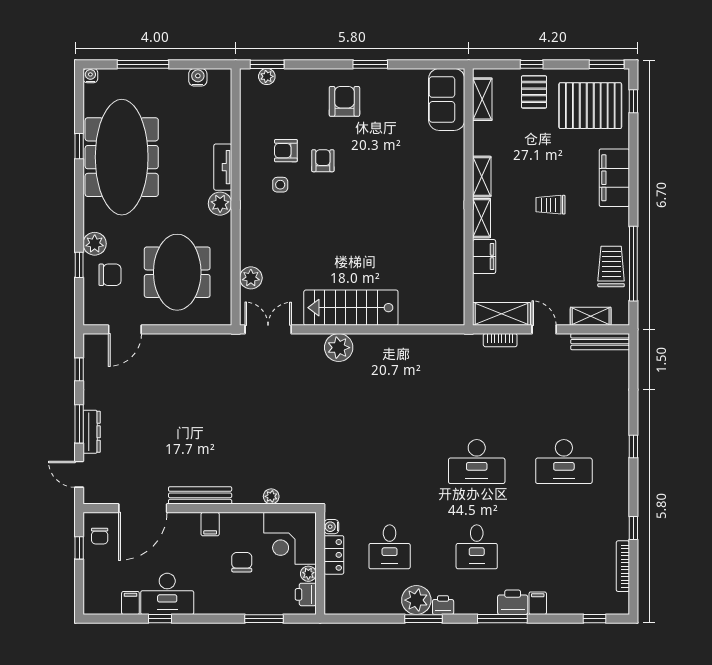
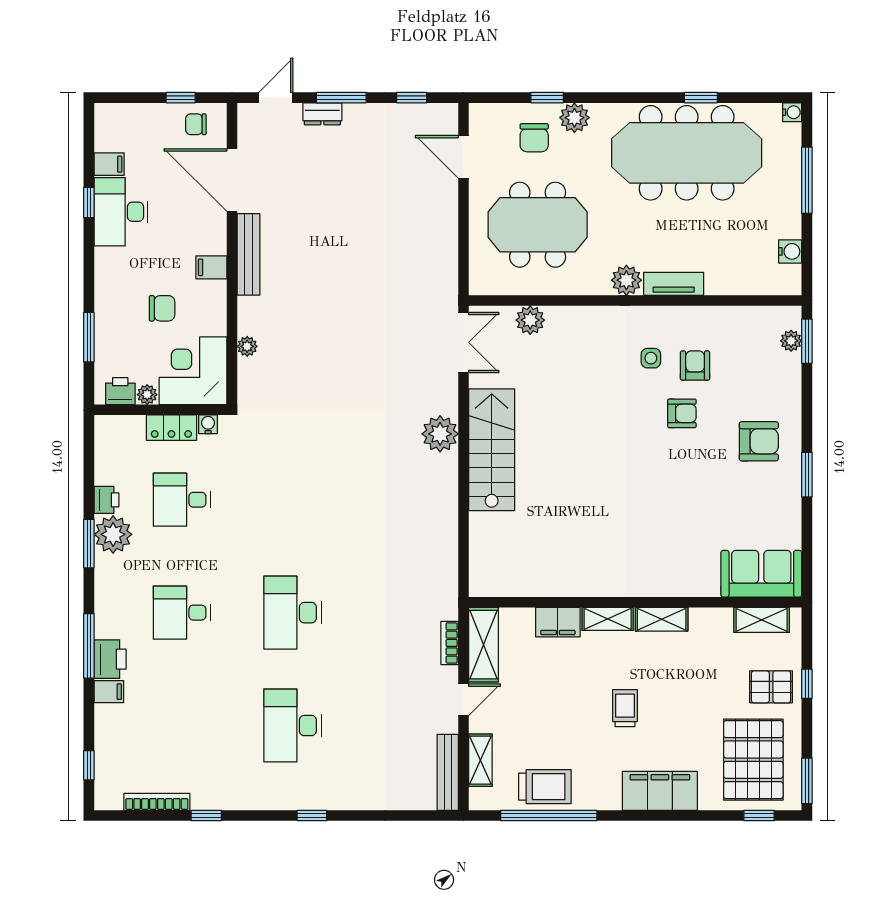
dresser: (92, 432) -> (322, 114), width x0.70
printer: (443, 605) -> (106, 500), moved

